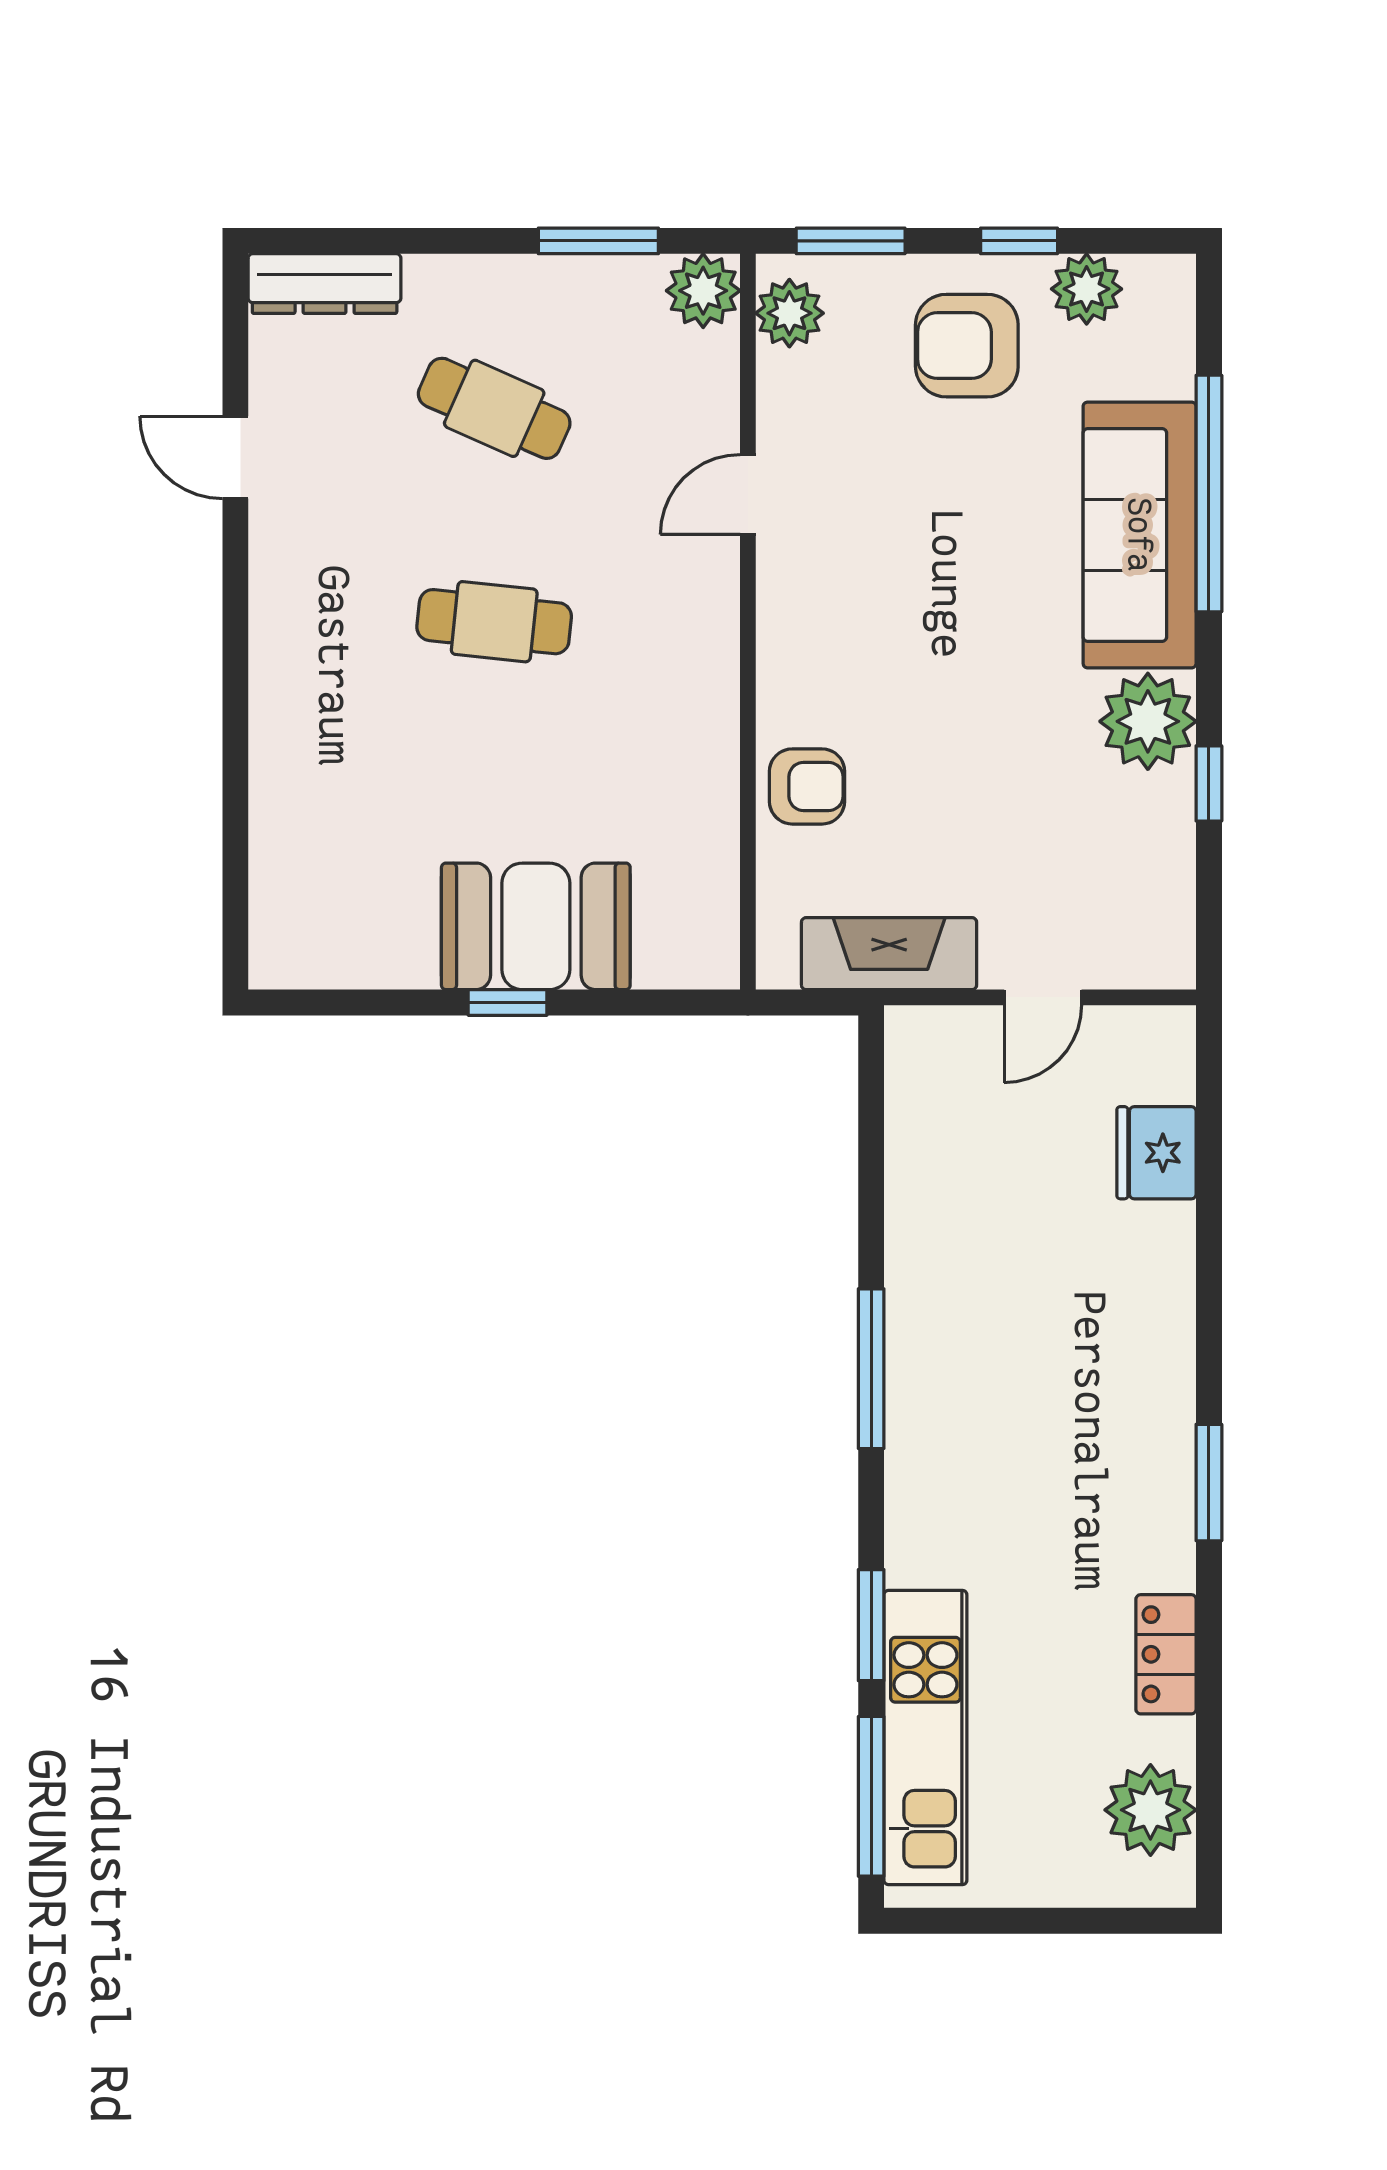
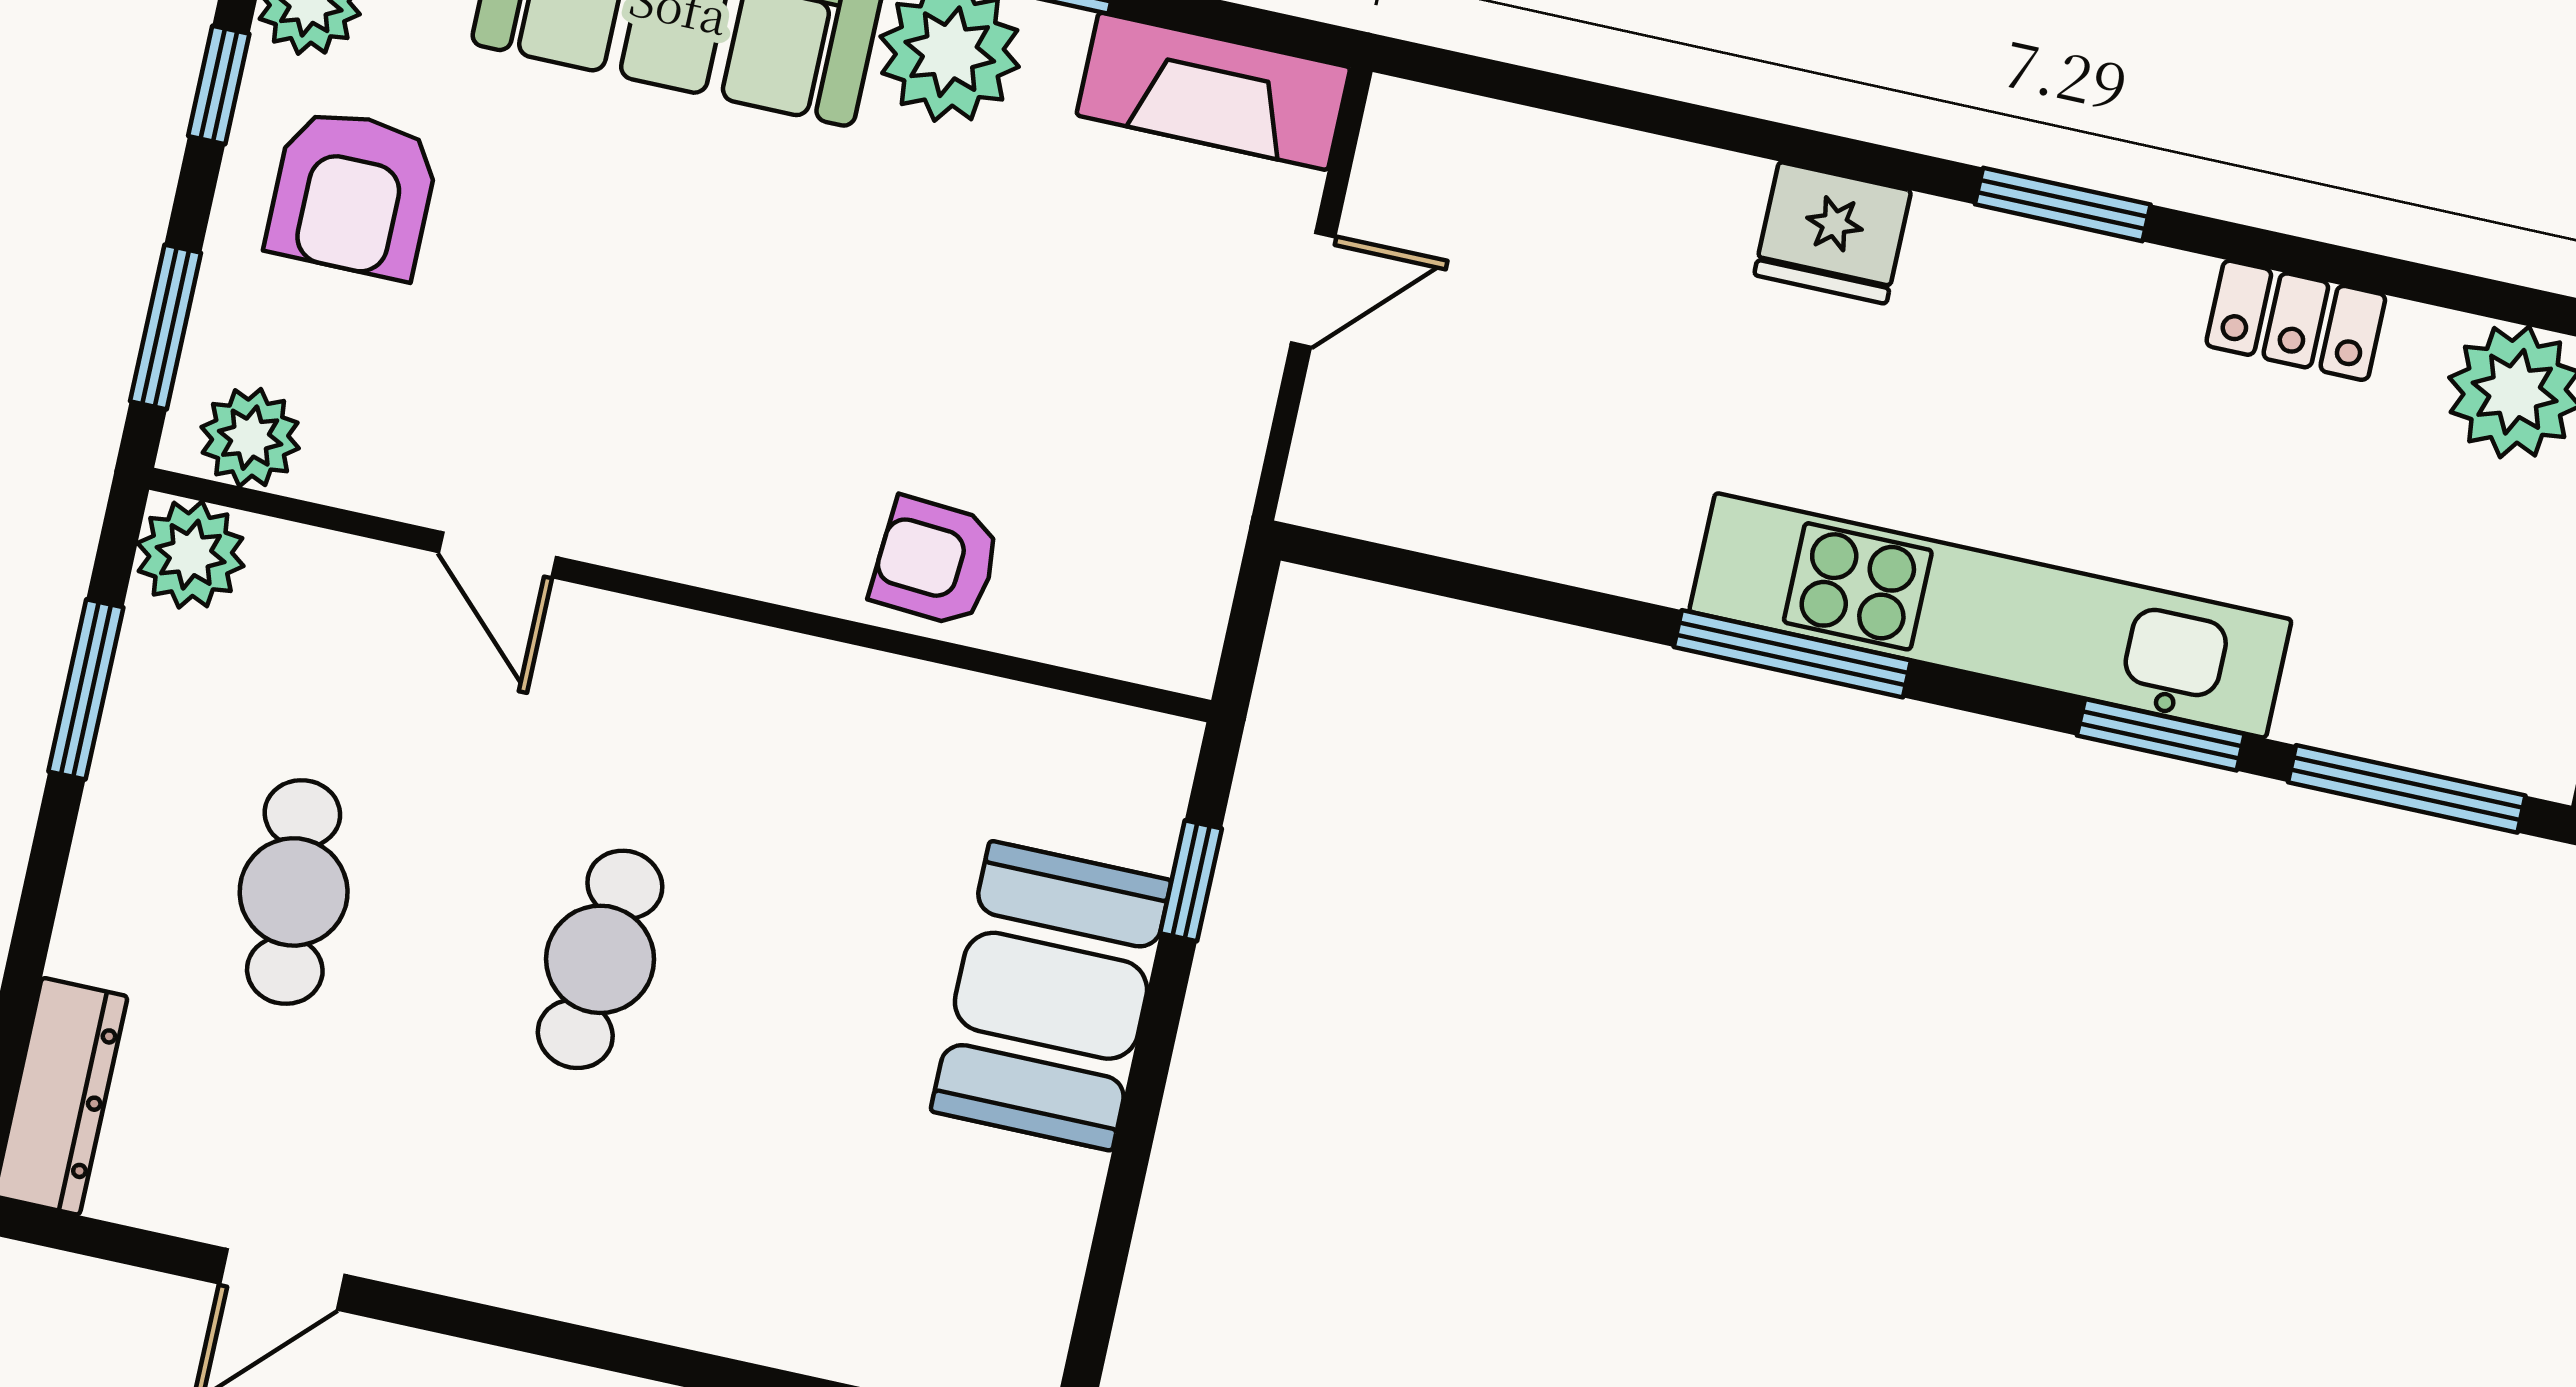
cafe table: (494, 408) -> (294, 892), turned -30
armchair: (807, 786) -> (936, 562), turned -86
fireplace: (889, 954) -> (1213, 91), moved, turned -90
door: (1043, 997) -> (1313, 290), hinge flipped
window: (508, 1003) -> (1191, 881), moved
fridge: (1156, 1153) -> (1833, 233), moved
kitchen unit: (925, 1737) -> (1990, 615), moved, width x1.36

